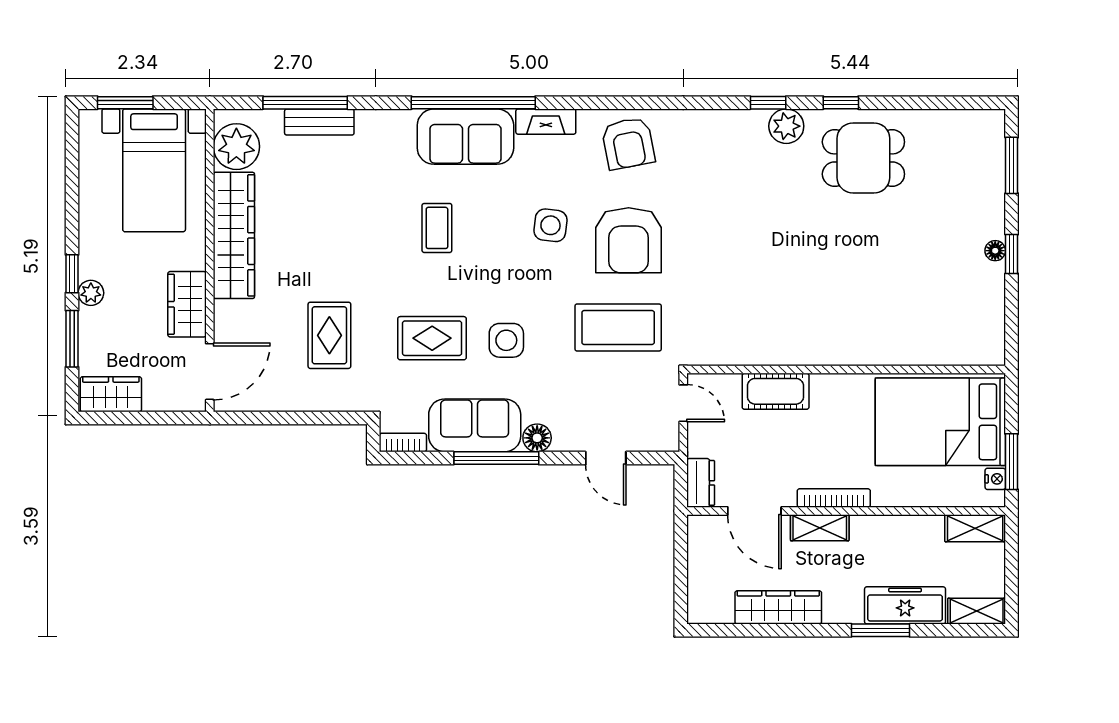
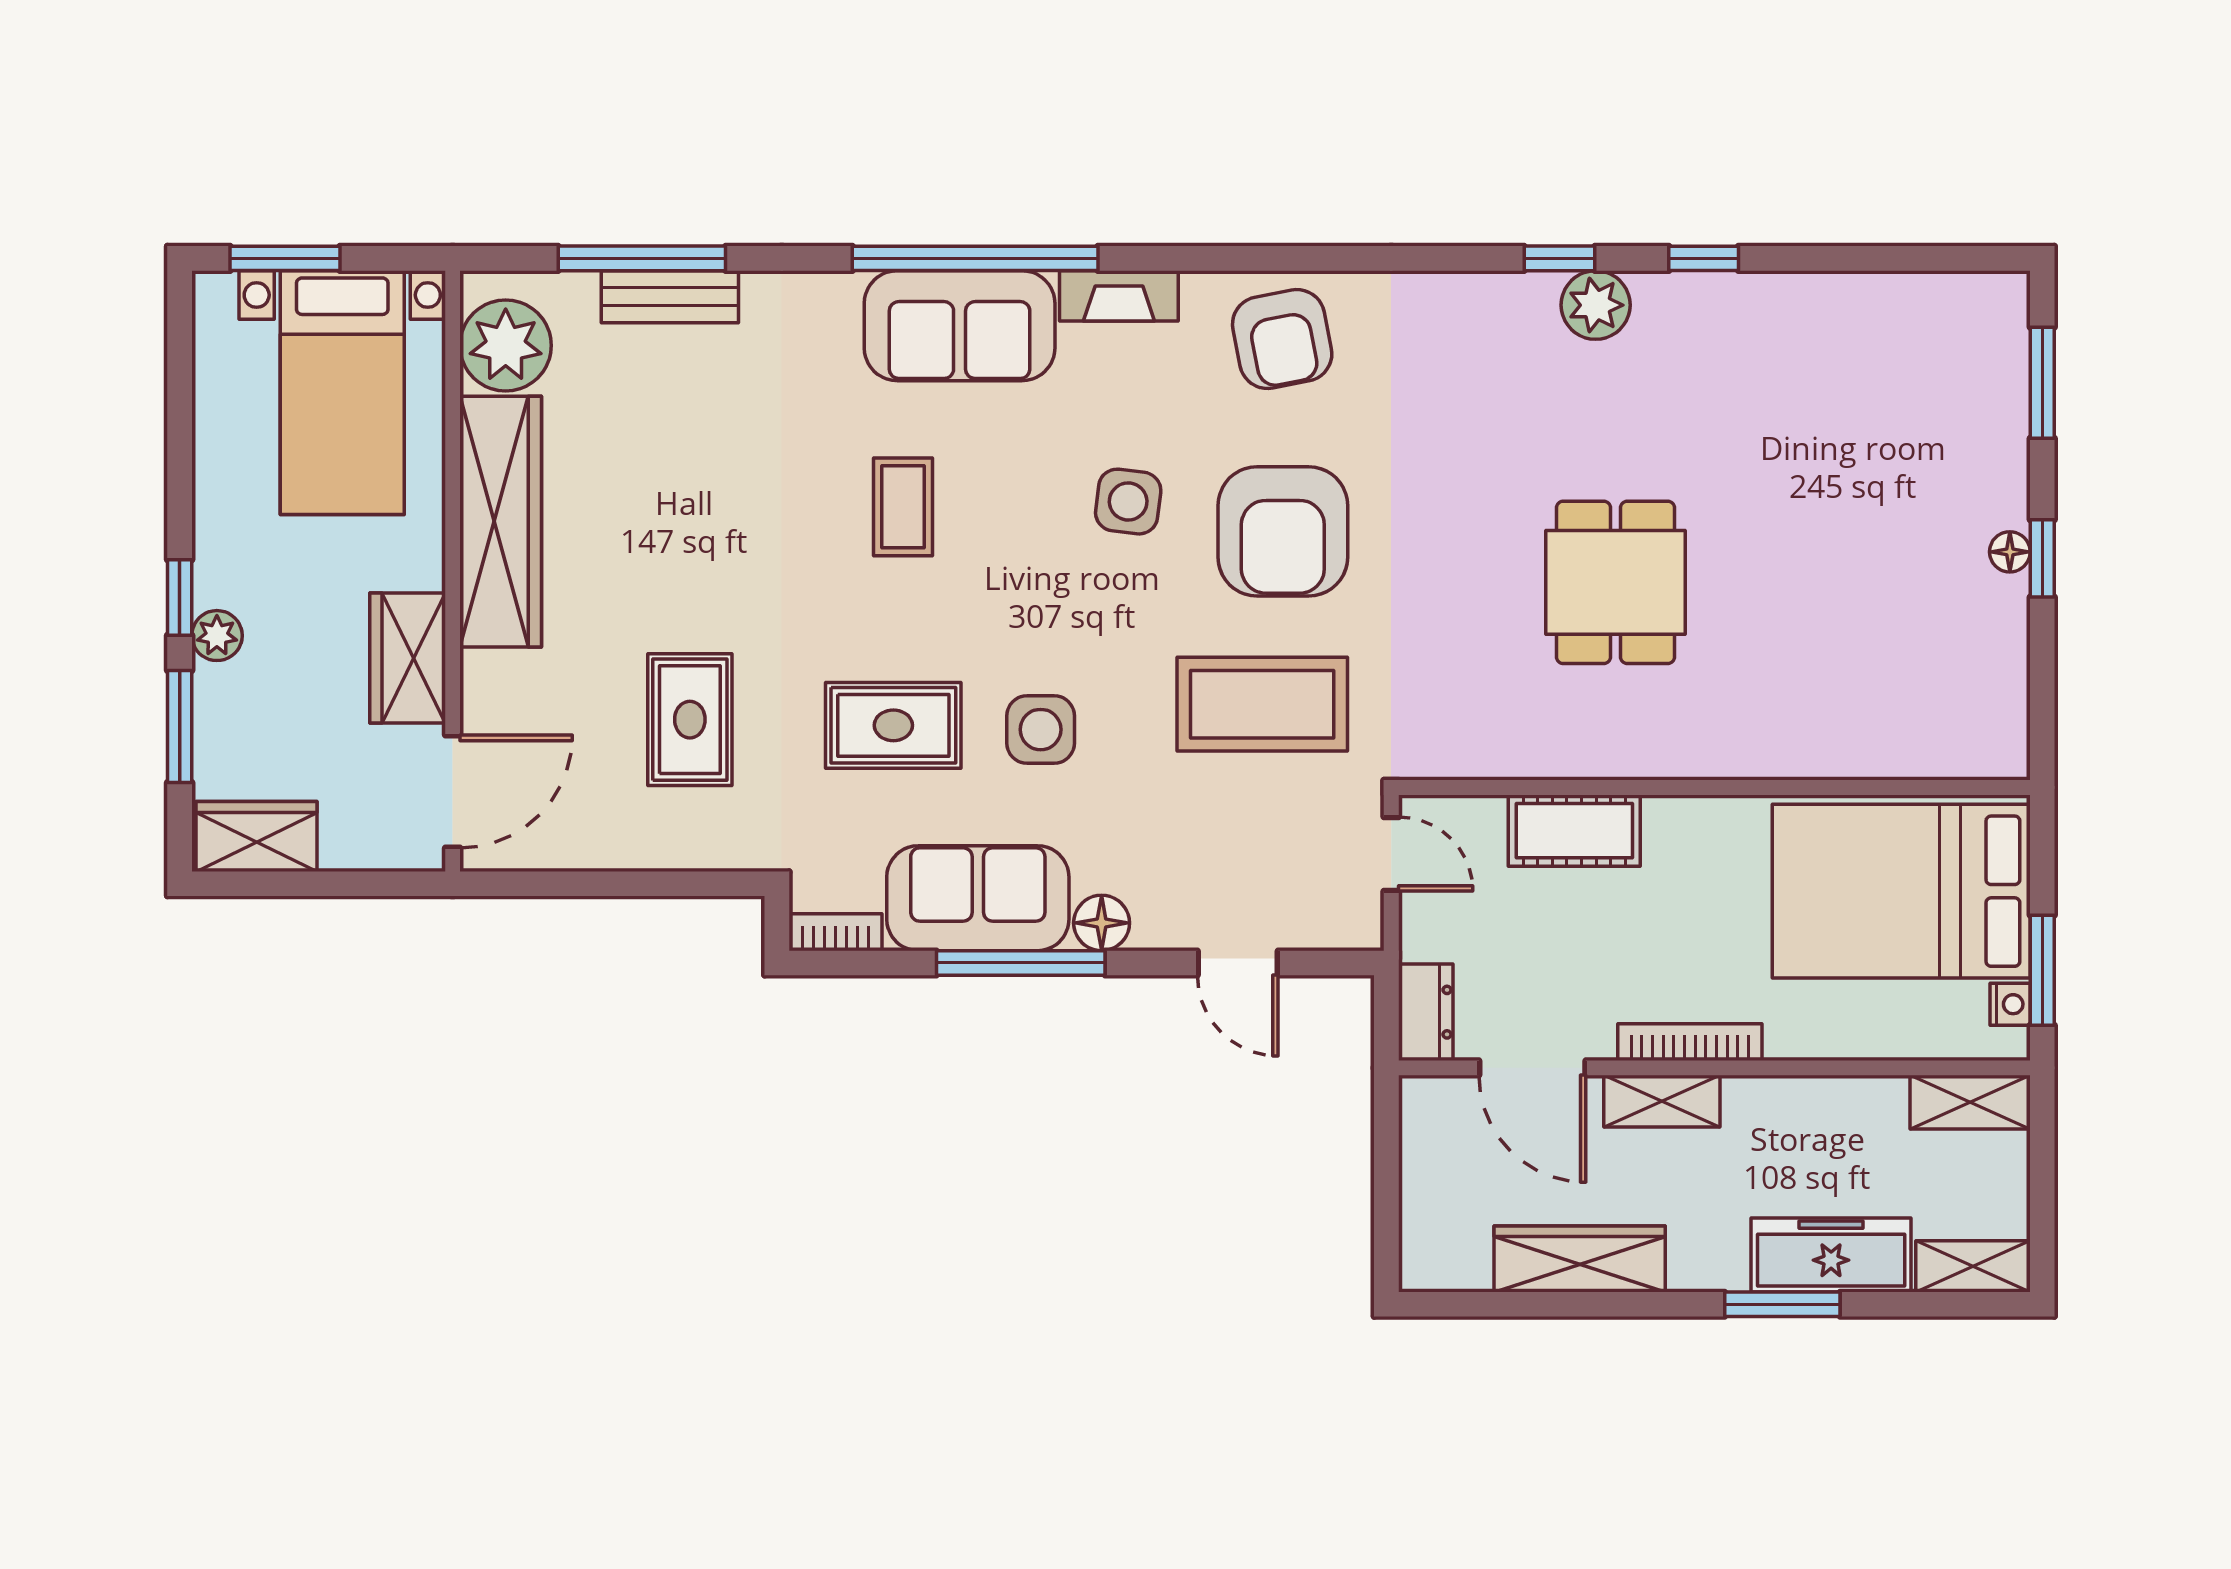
dining table: (863, 158) -> (1615, 582), moved, turned 90

